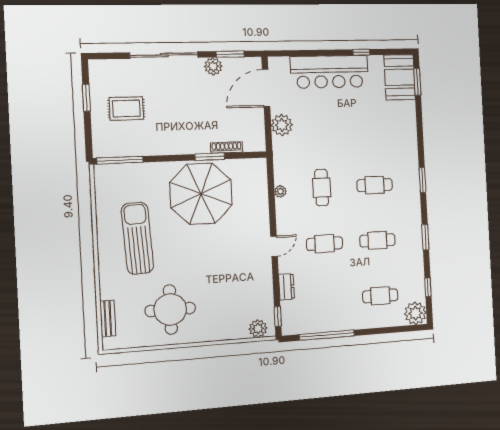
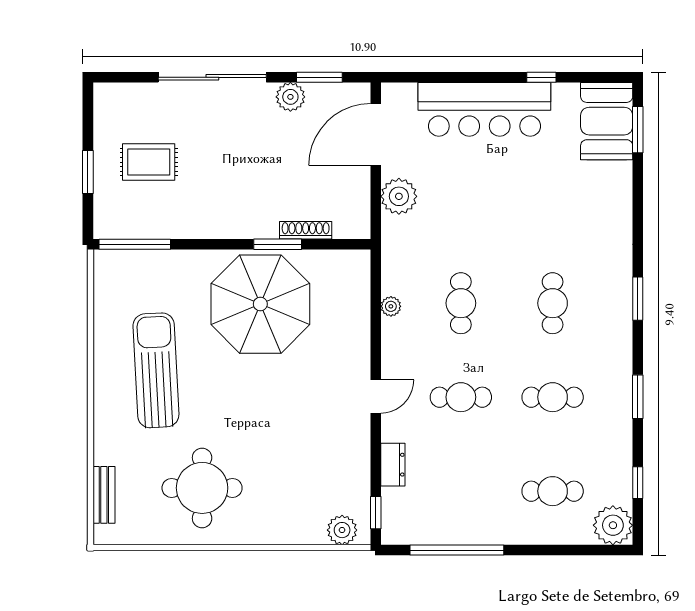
window: (86, 98) -> (88, 172), moved
cafe table: (375, 185) -> (553, 303), turned 90

